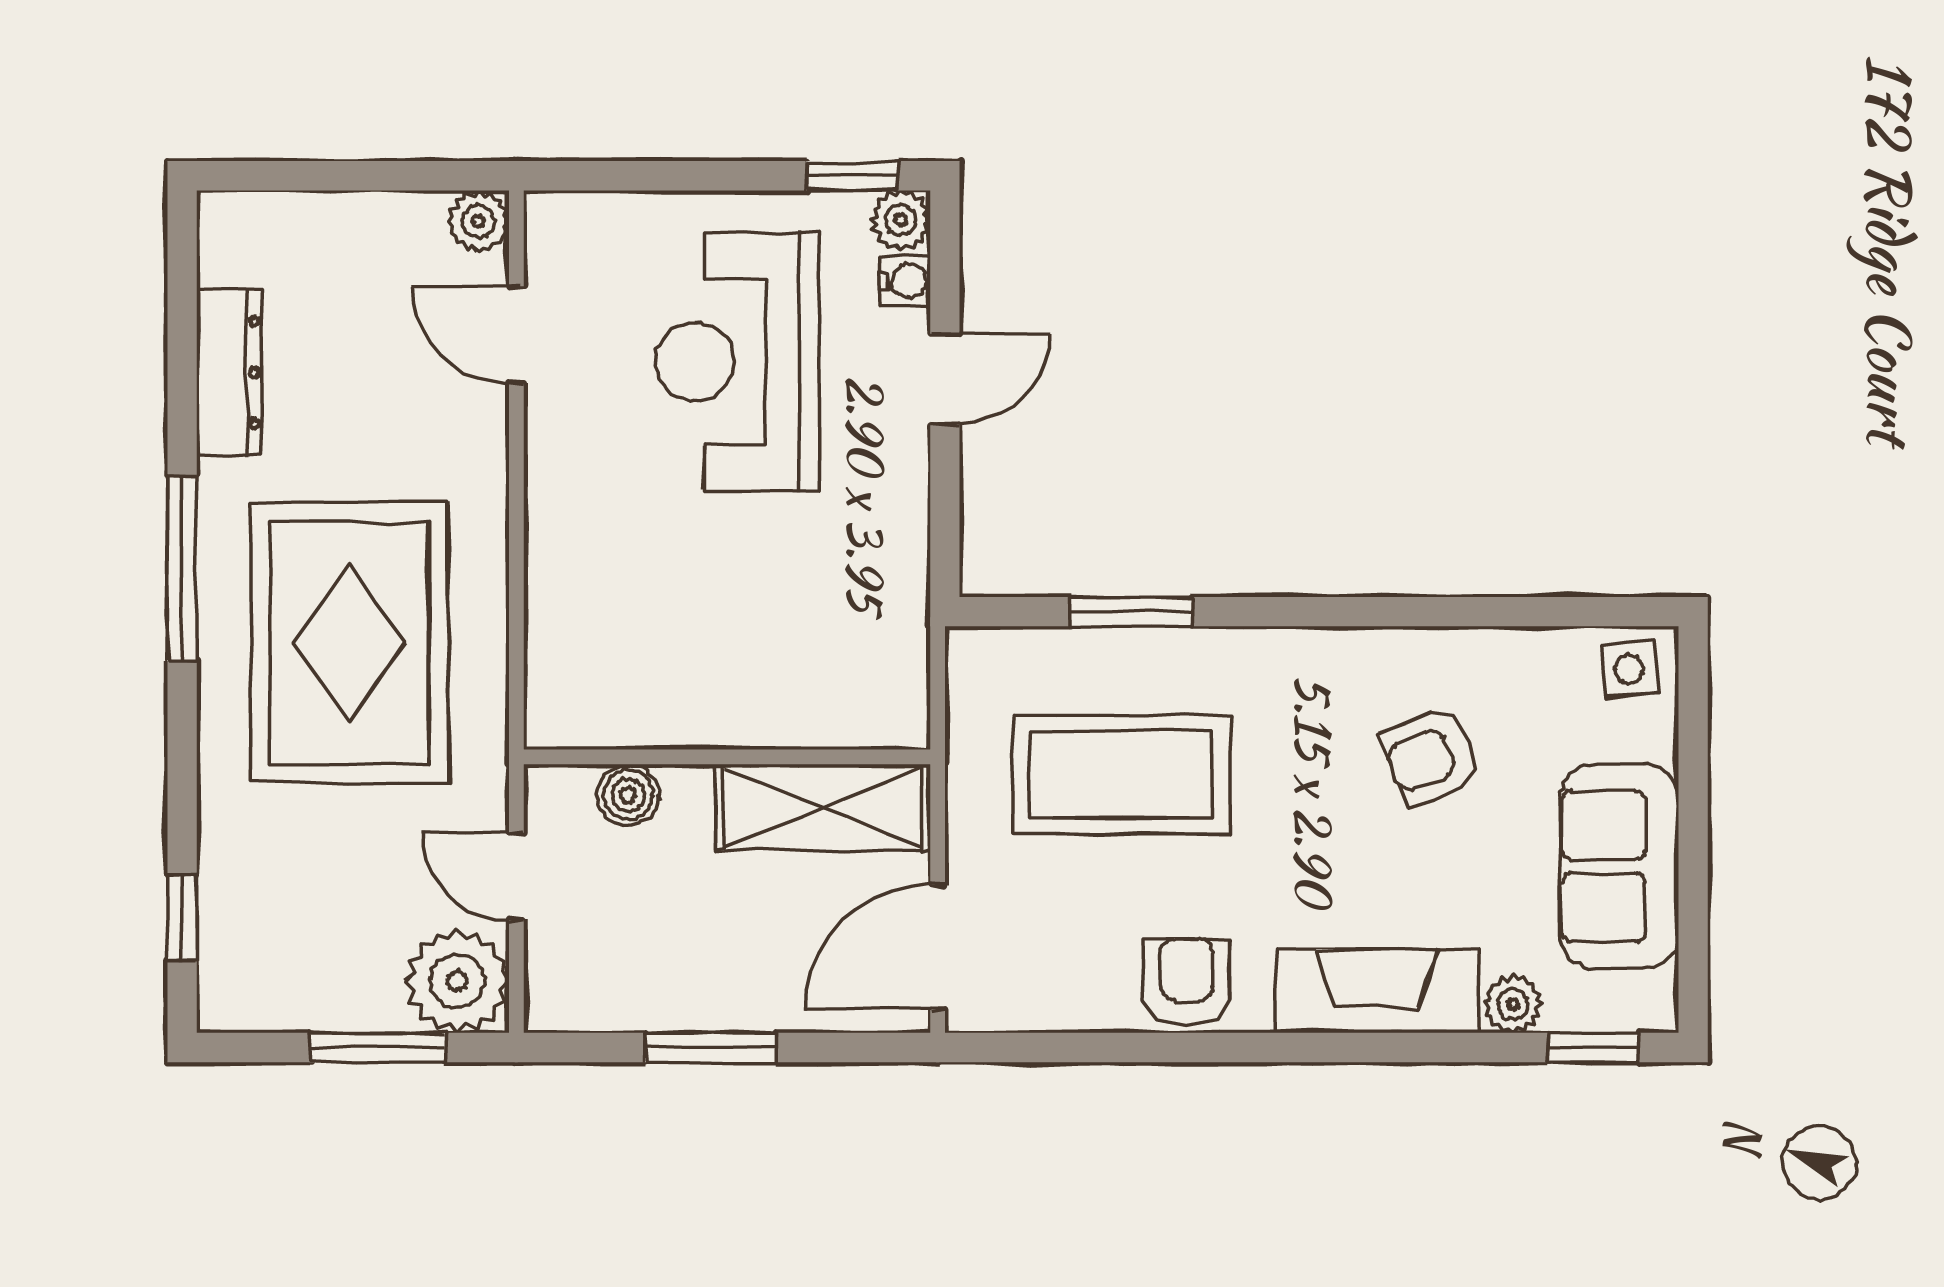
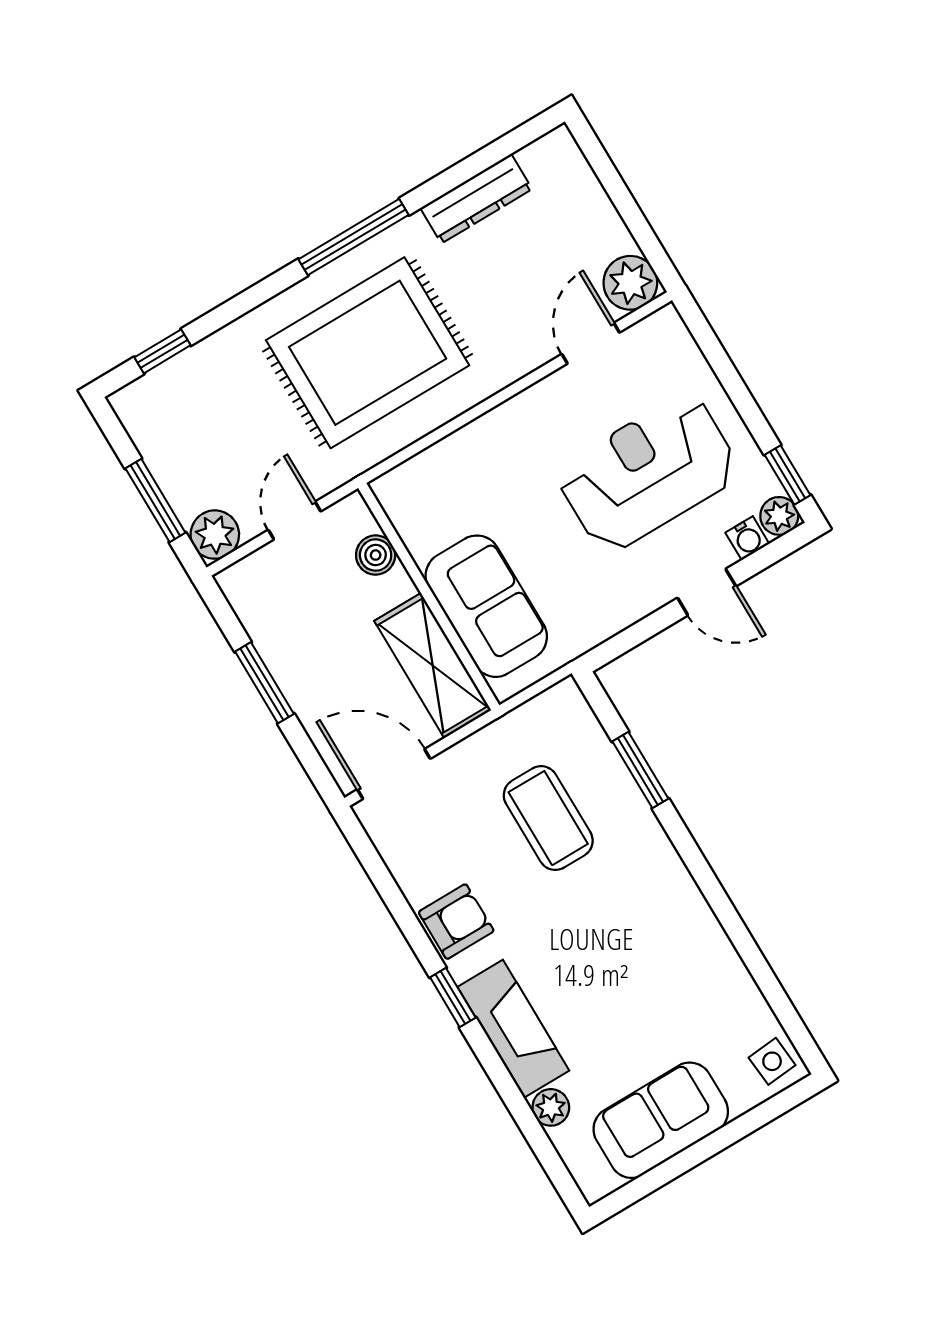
plant: (478, 221) -> (630, 283), width x1.38, depth x1.38
sofa: (786, 687) -> (486, 606), added
armchair: (1431, 756) -> (660, 982), removed
coffee table: (1121, 774) -> (548, 818), width x0.73, depth x0.76
plant: (457, 981) -> (215, 535), width x0.73, depth x0.73
window: (1593, 1047) -> (453, 997), moved

